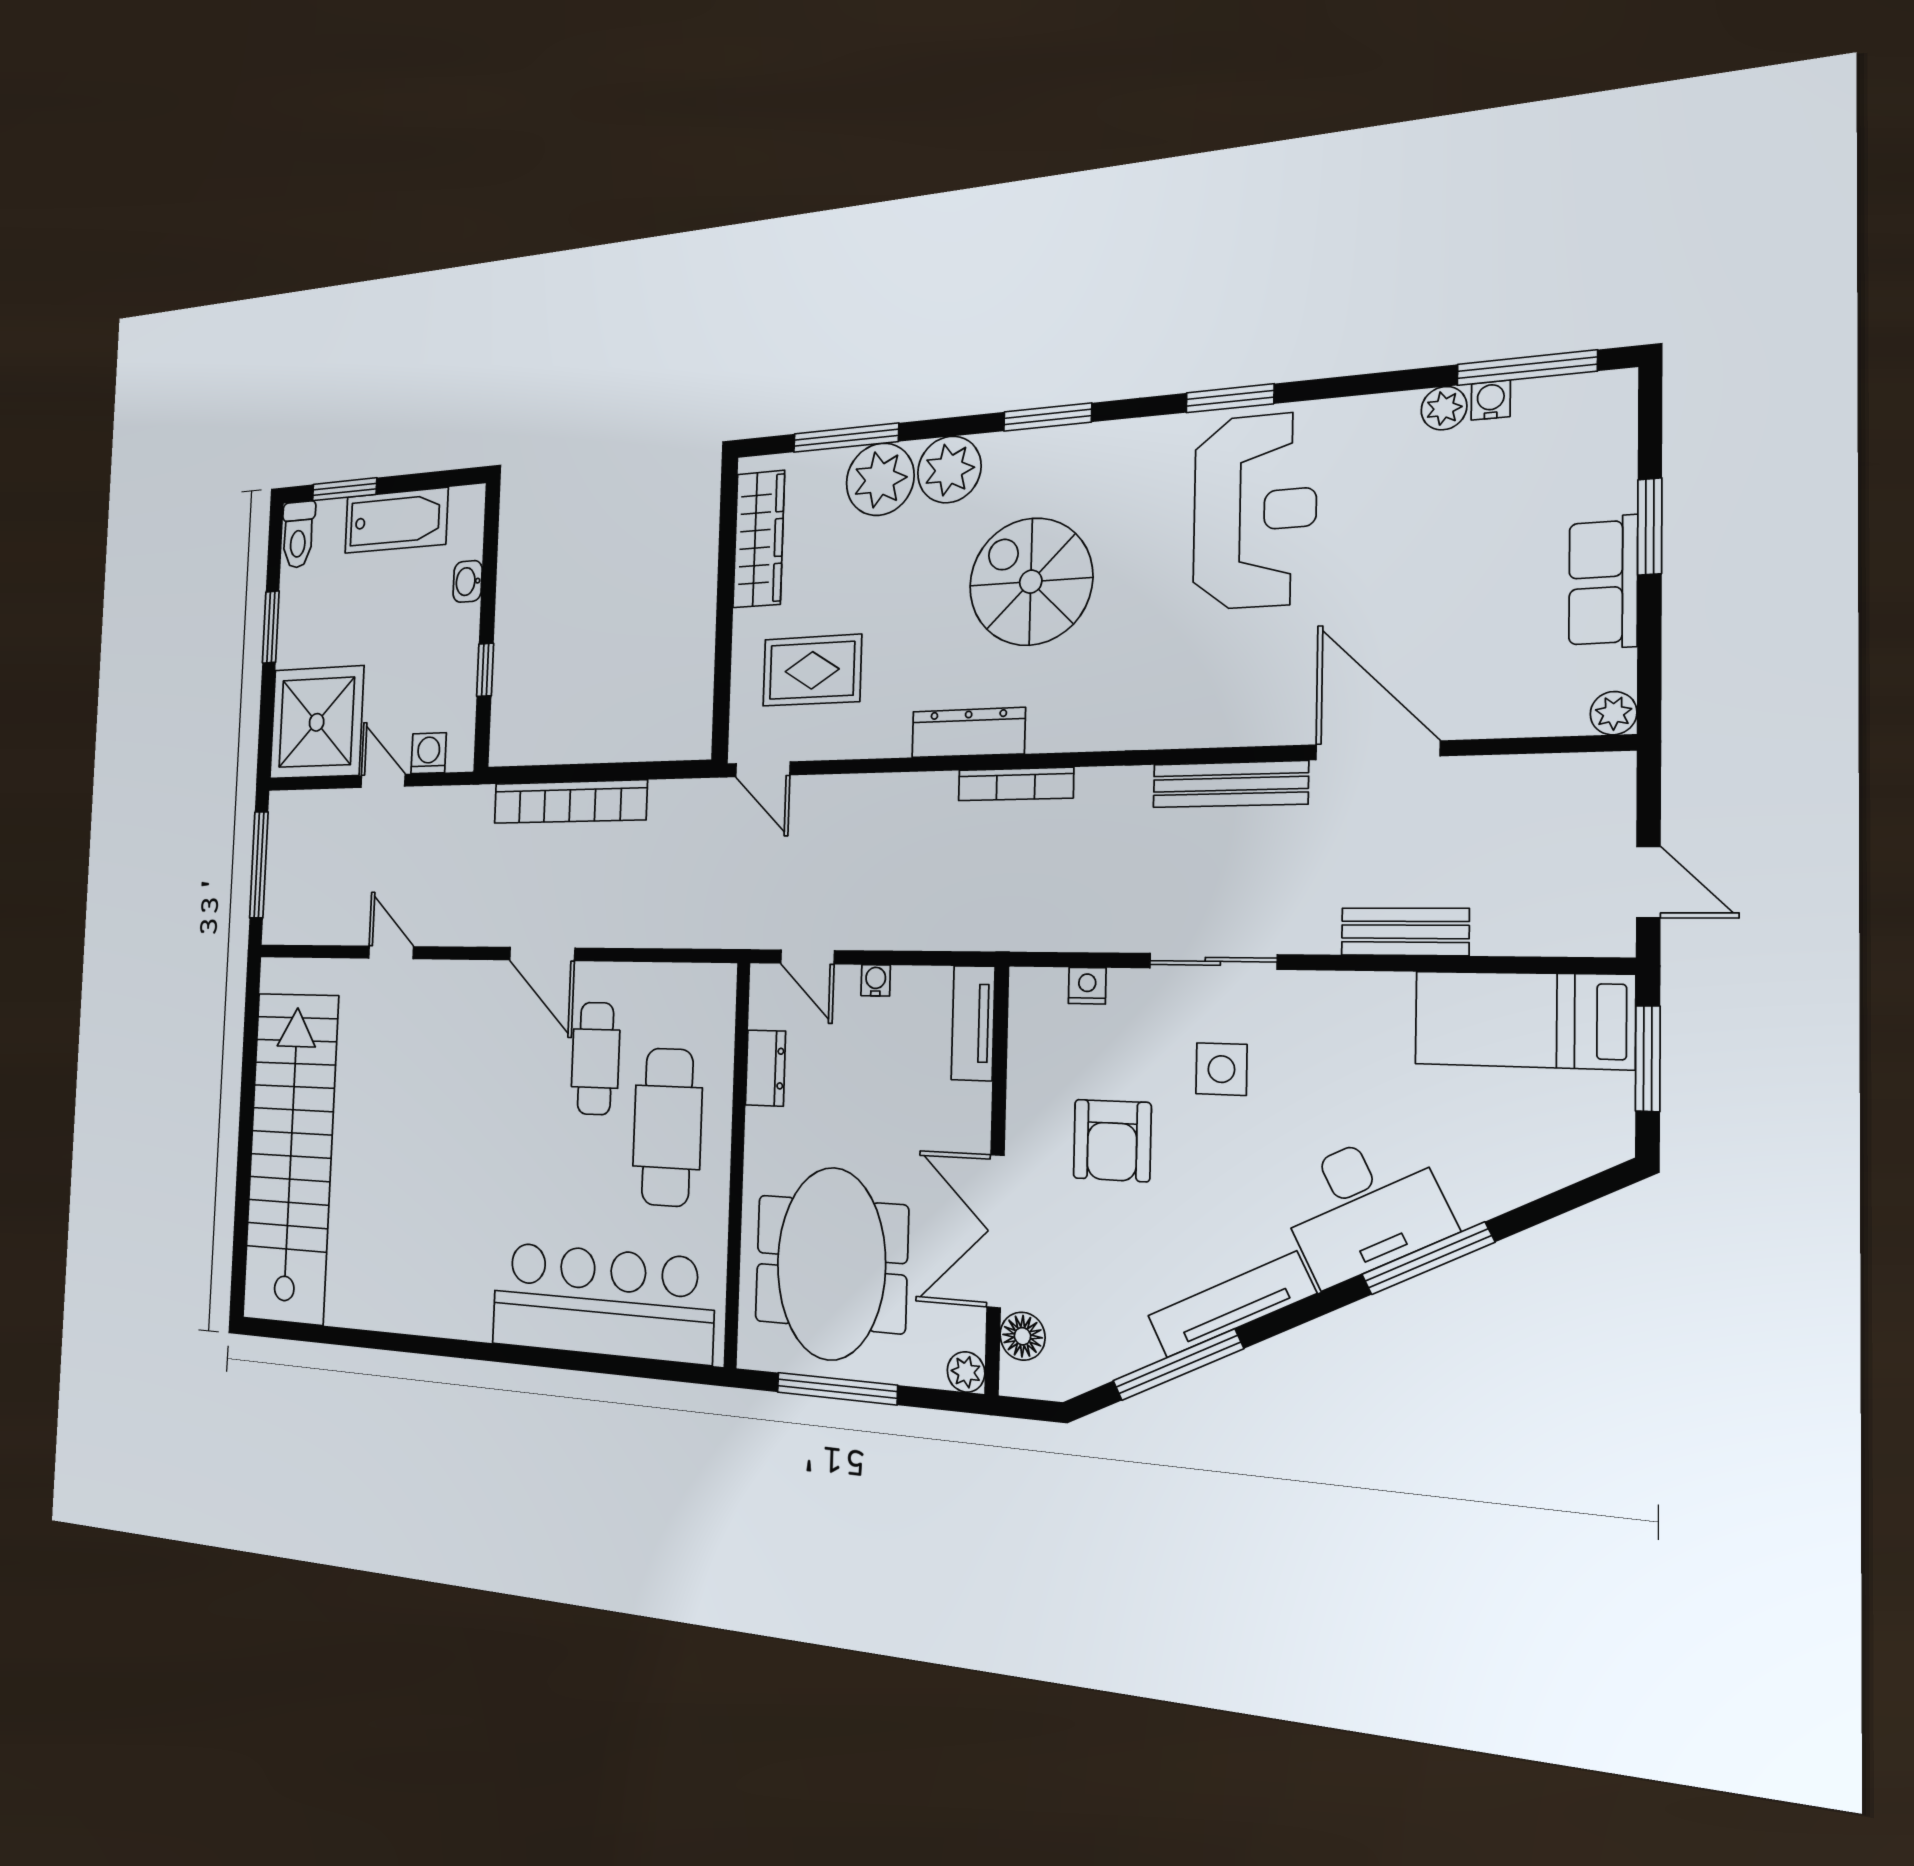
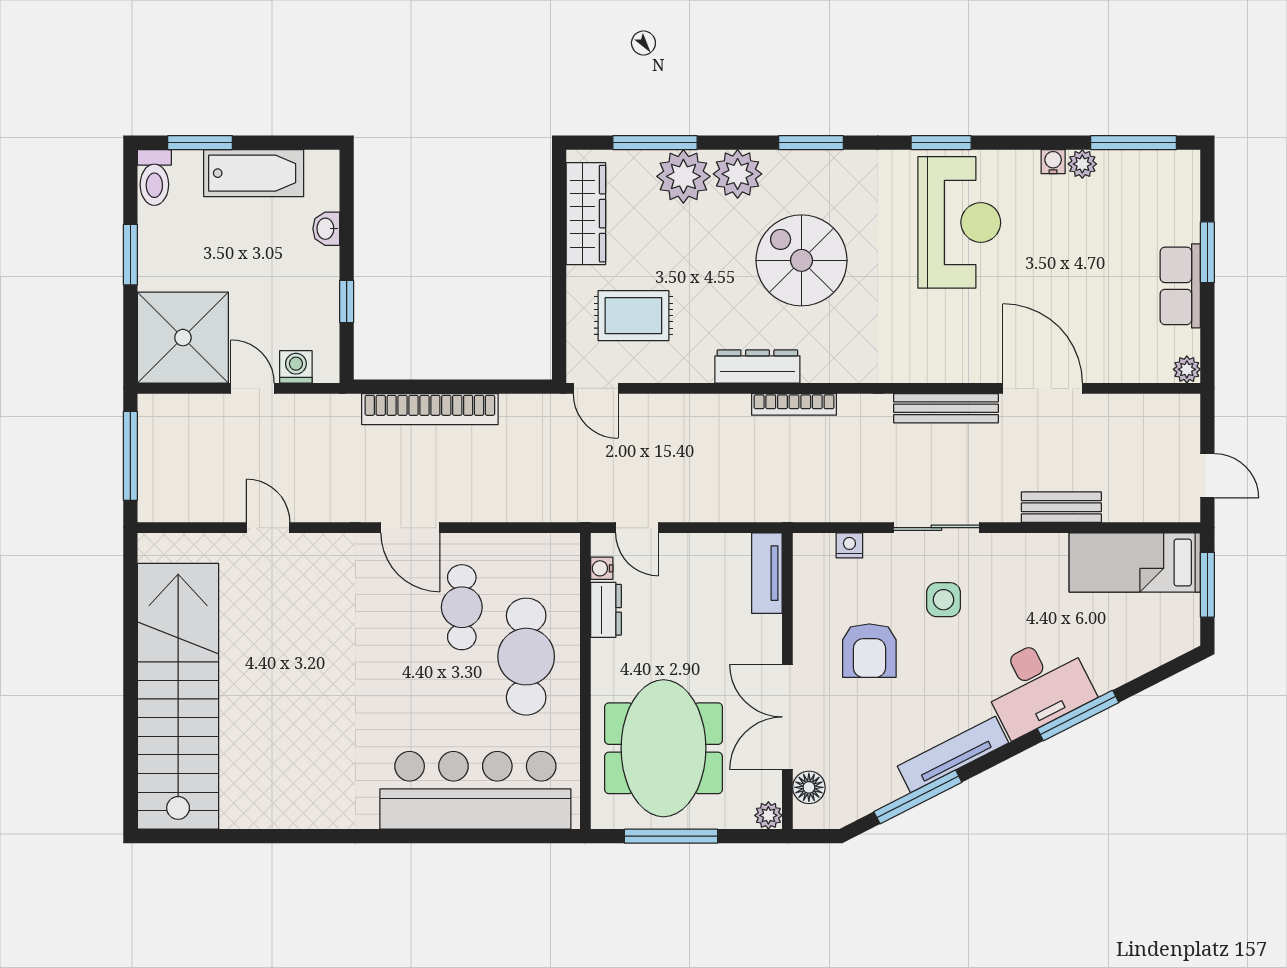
water cooler: (1491, 400) -> (1053, 162), moved
water cooler: (876, 980) -> (602, 568), moved, turned -90

